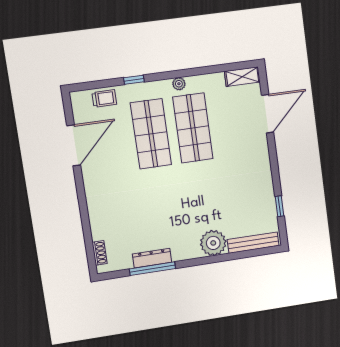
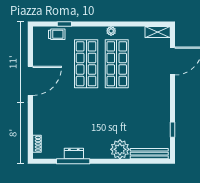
window: (134, 80) -> (64, 24), moved
door: (74, 145) -> (30, 81), moved
dresser: (152, 258) -> (74, 153), width x0.70

